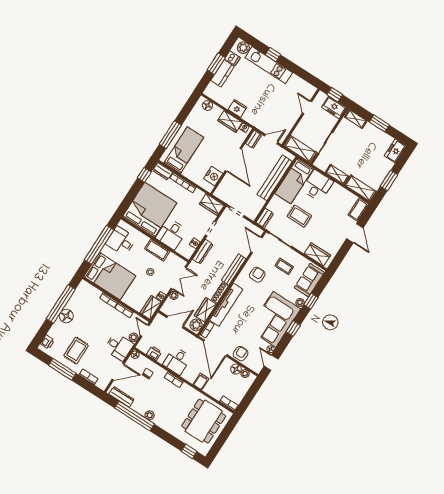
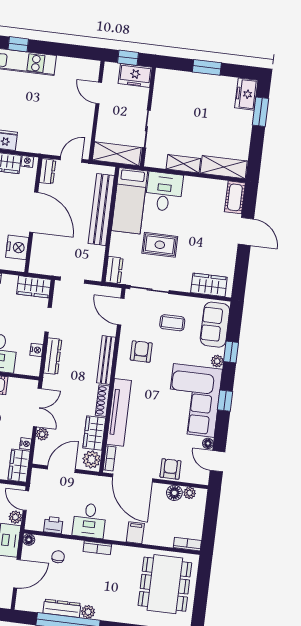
shelving: (356, 119) -> (172, 77), removed
window: (389, 181) -> (261, 112), moved
dresser: (122, 397) -> (62, 608), moved

